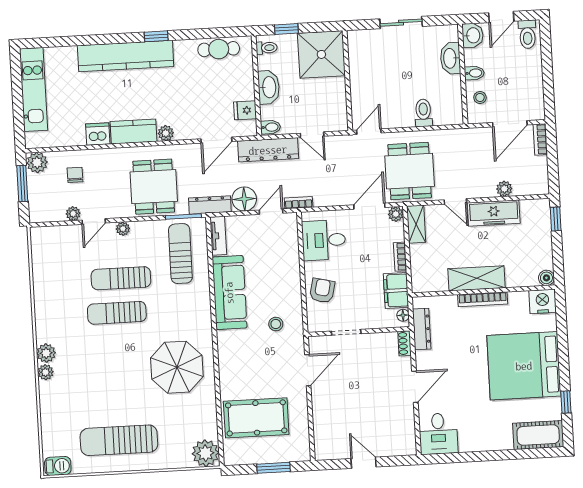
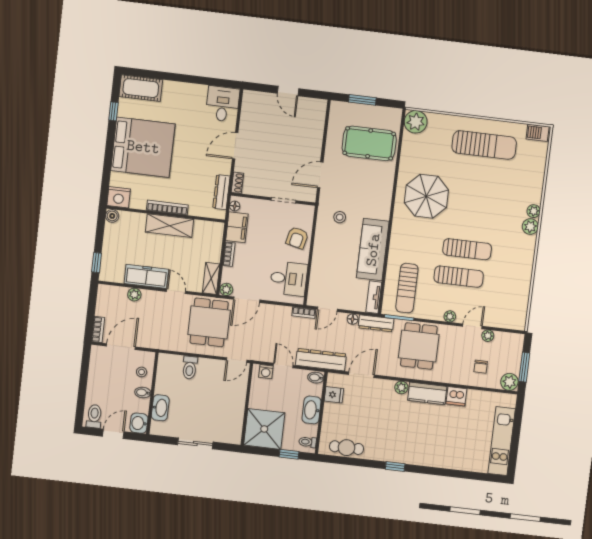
kitchen counter: (126, 56) -> (423, 455), removed
washing machine: (332, 124) -> (266, 372), added
floor lamp: (244, 199) -> (353, 319), width x0.53, depth x0.53

